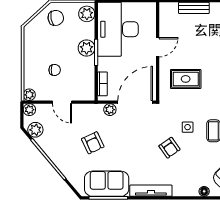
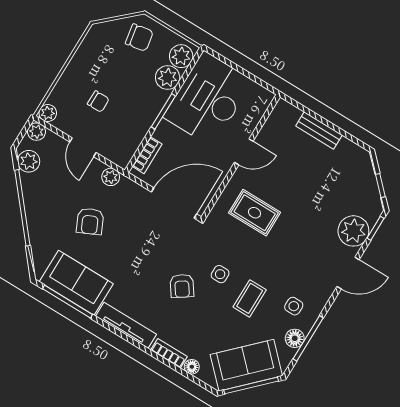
plant: (87, 48) -> (168, 78), moved
plant: (110, 110) -> (111, 177), moved
bookcase: (186, 192) -> (169, 353), added

